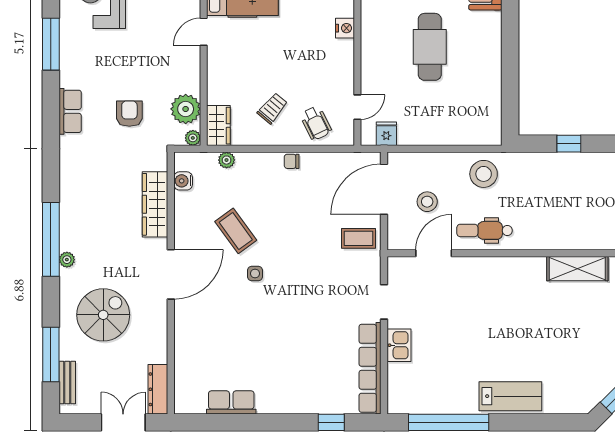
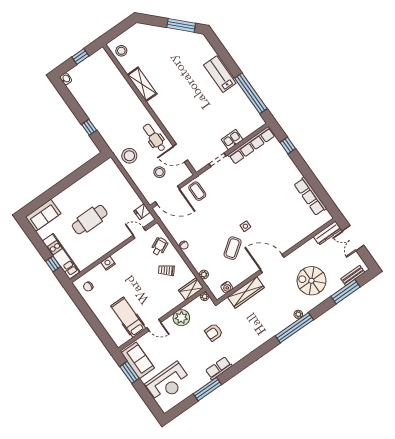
plant: (186, 109) -> (181, 318), moved
row of seats: (70, 111) -> (219, 368), moved
dental chair: (485, 230) -> (154, 138), turned 180
row of seats: (231, 402) -> (310, 196), width x1.48

